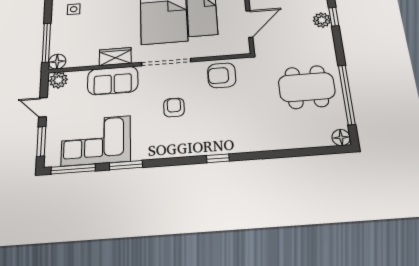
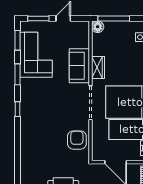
plant: (59, 80) -> (83, 28), removed
armchair: (174, 108) -> (56, 107), removed
window: (218, 158) -> (17, 109), moved
window: (73, 169) -> (17, 40), width x0.69

